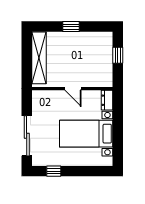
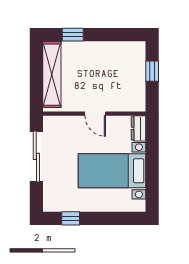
window: (71, 27) -> (73, 35), moved
sliding door: (27, 136) -> (36, 156), moved

